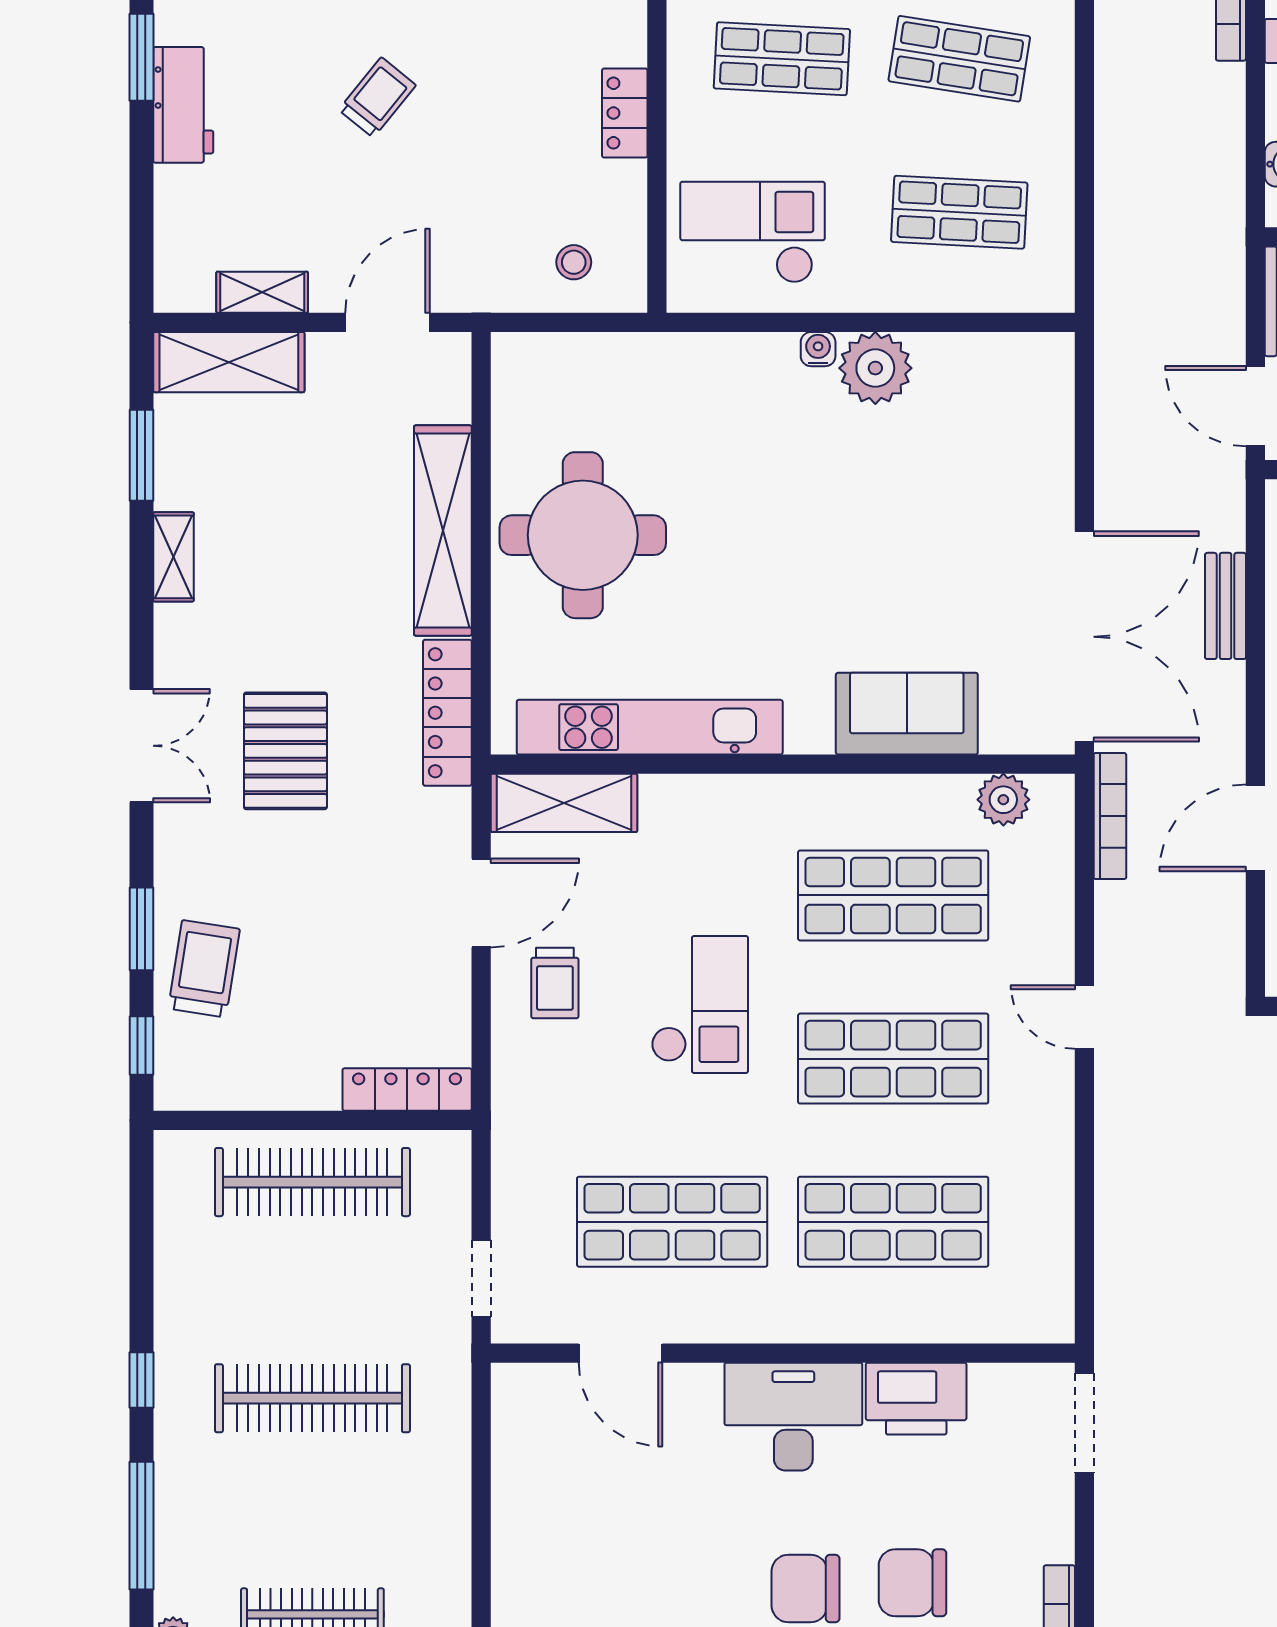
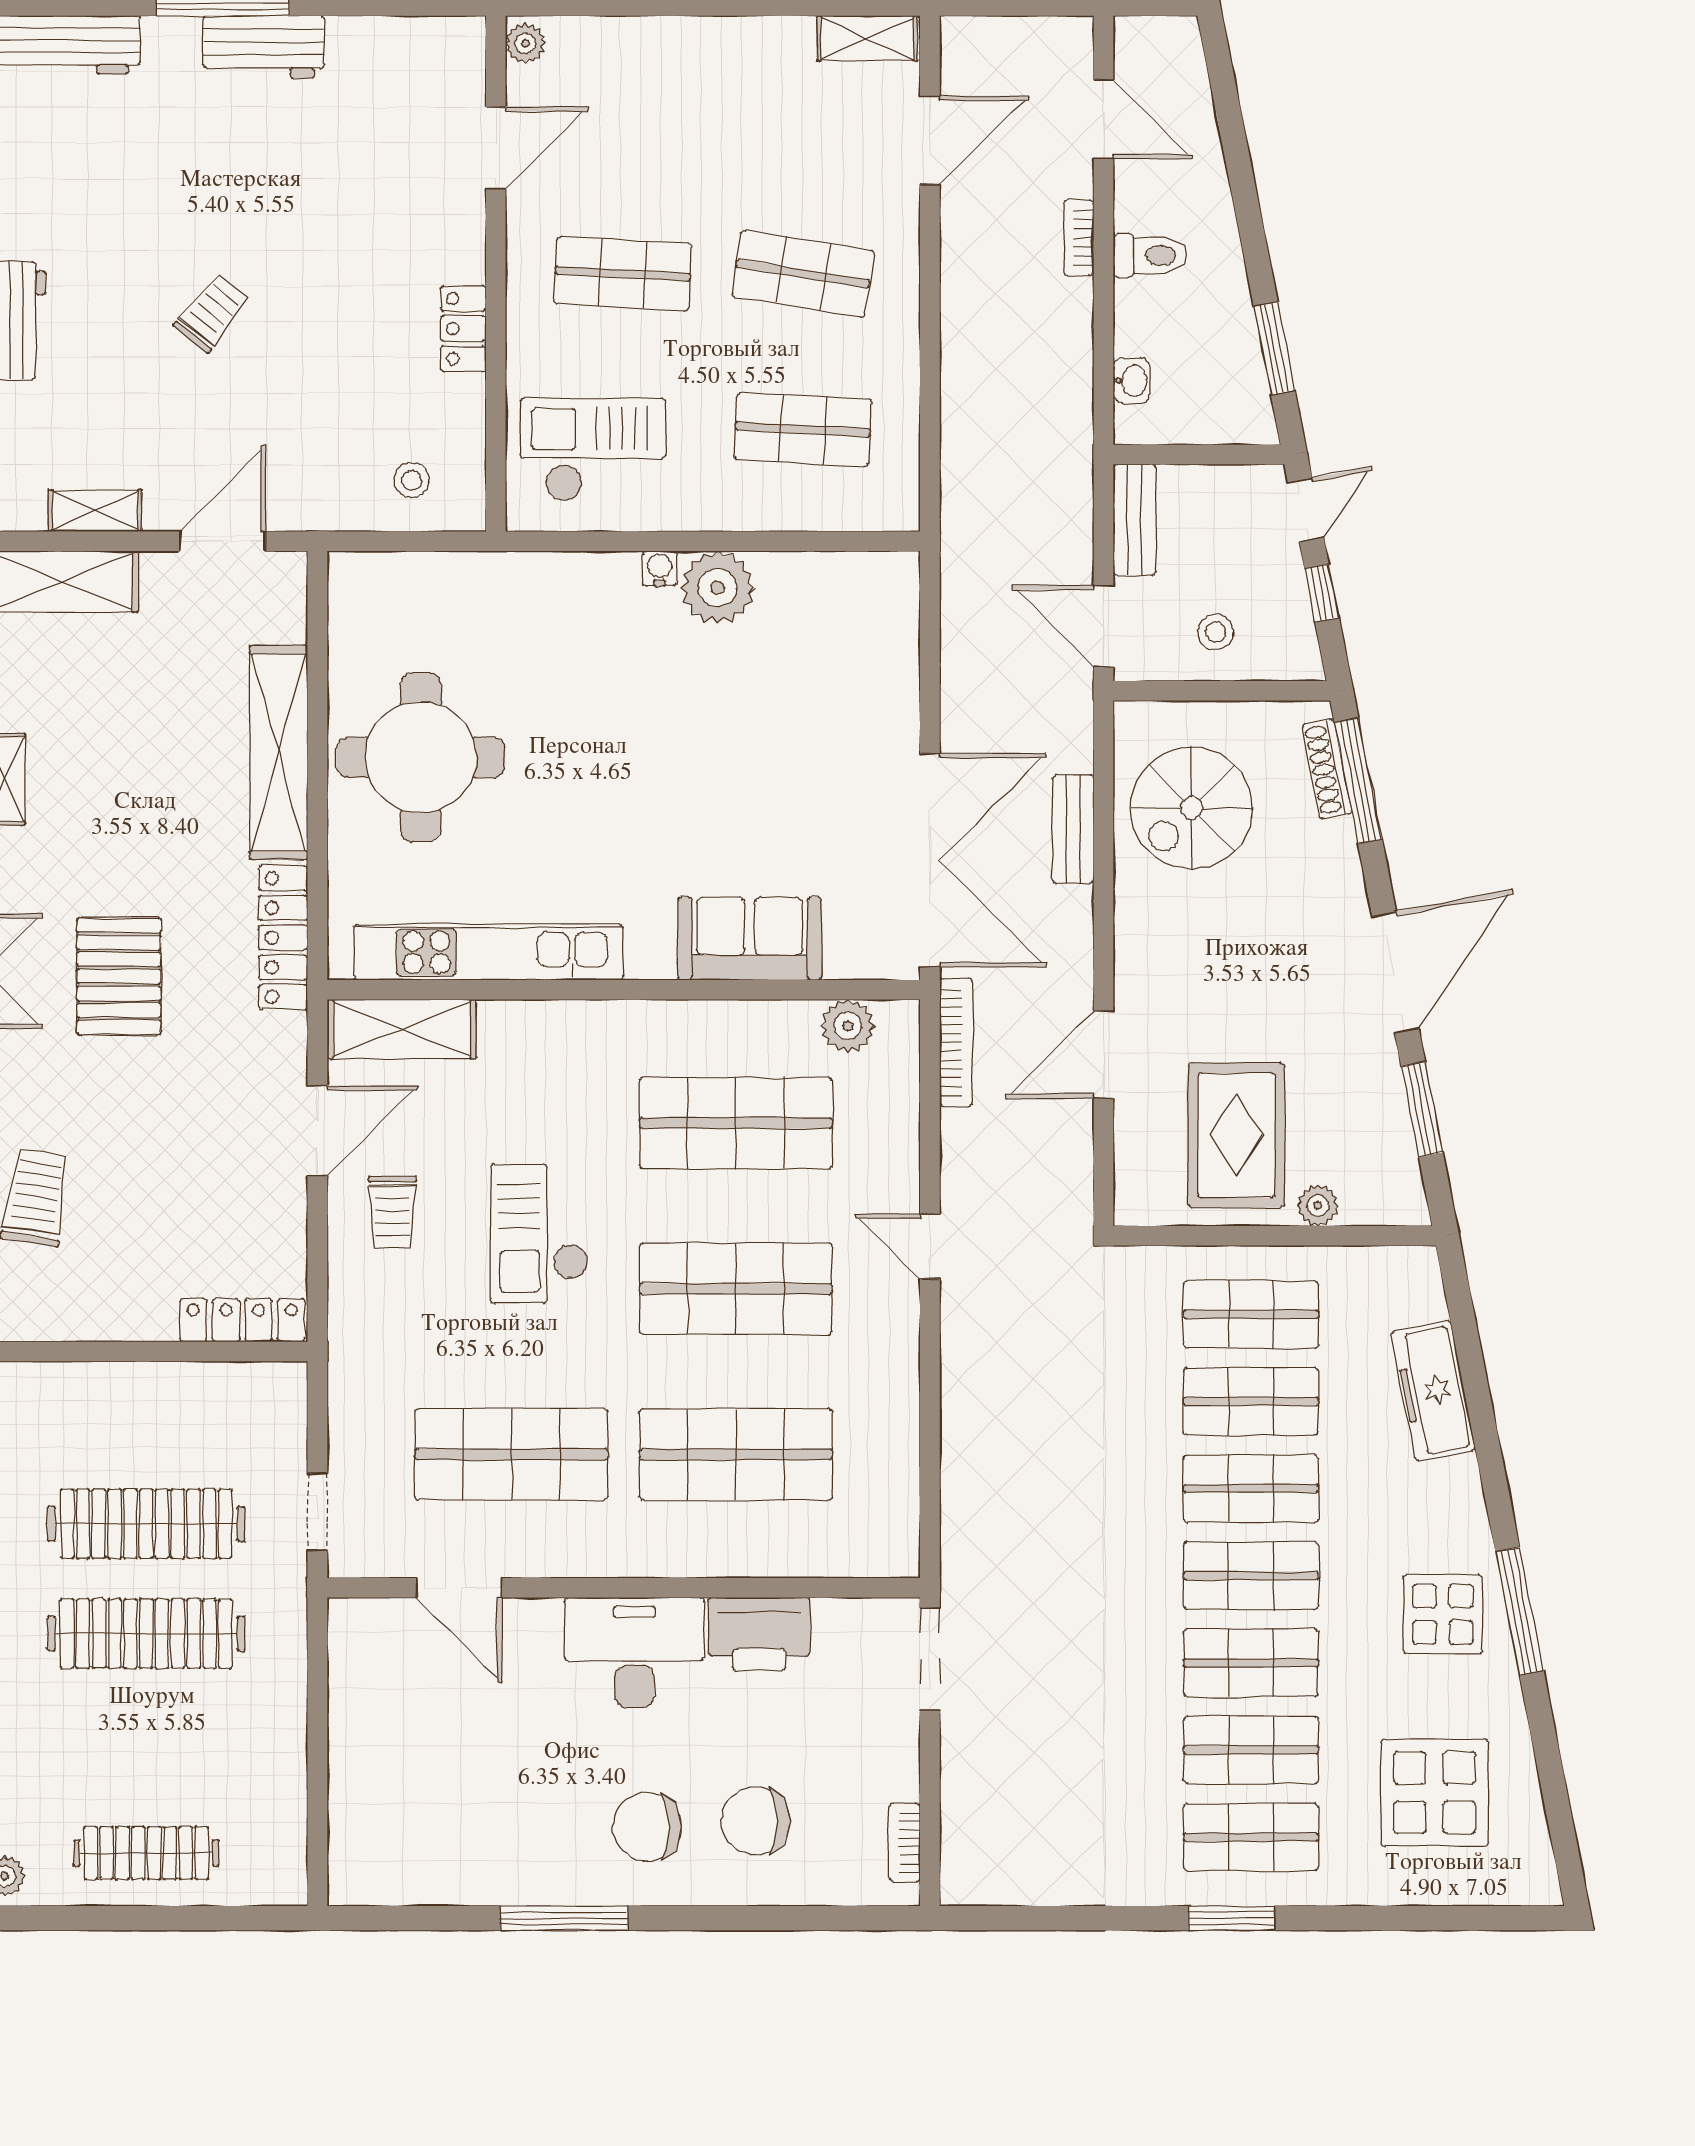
checkout: (700, 1004) -> (539, 1234), turned 180
clothes rail: (312, 1182) -> (146, 1524), moved

